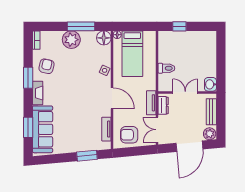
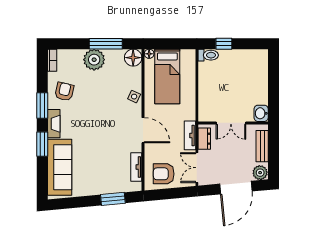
toilet: (166, 68) -> (208, 55), moved
double door: (185, 92) -> (231, 123), swing flipped
window: (28, 127) -> (42, 144), moved

